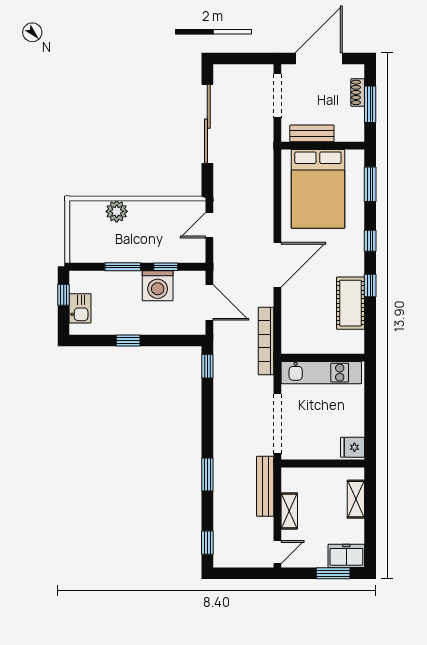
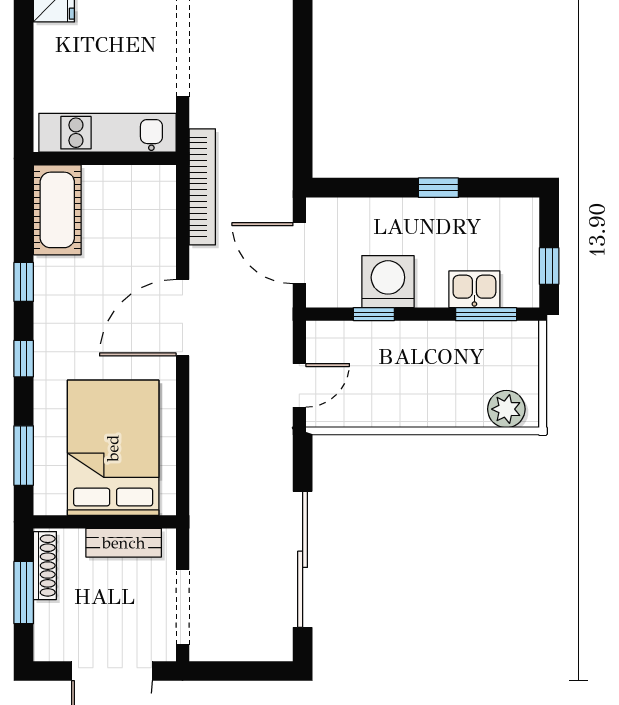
shoe rack: (358, 92) -> (45, 566), moved, width x1.43
plant: (117, 211) -> (506, 409), moved
window: (123, 267) -> (486, 314), moved
cot: (351, 303) -> (57, 210), moved
kitchen sink: (80, 308) -> (474, 289), moved, turned 90
window: (207, 366) -> (303, 144), removed

